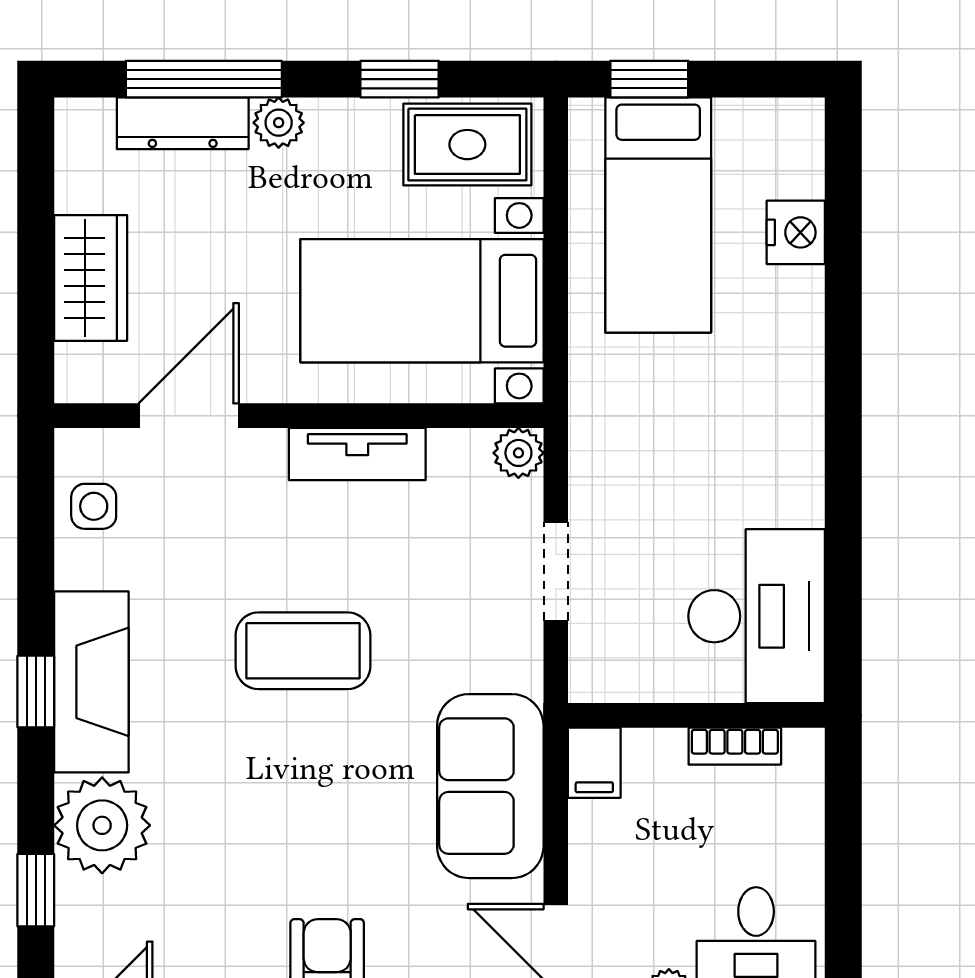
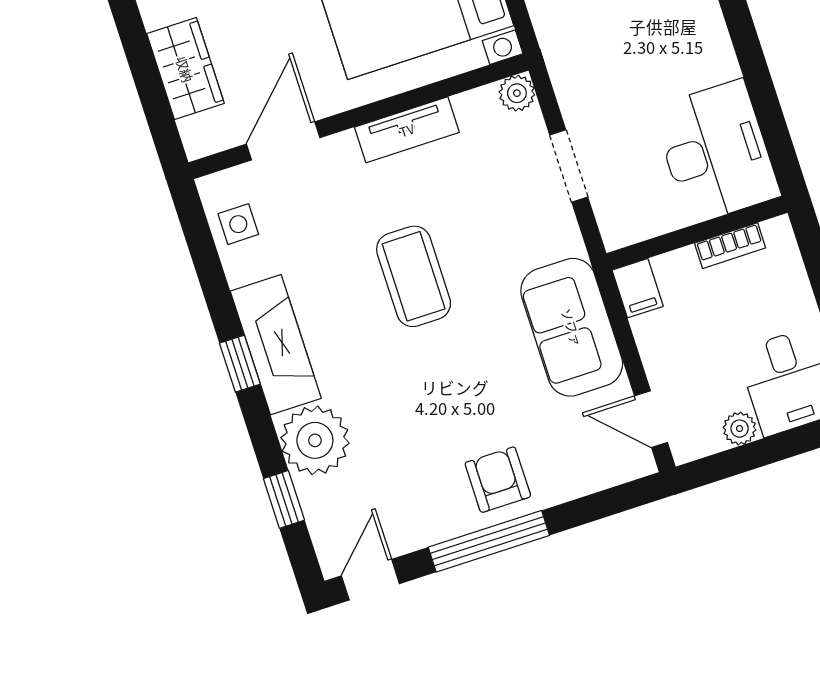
coffee table: (303, 651) -> (414, 276), turned 90

